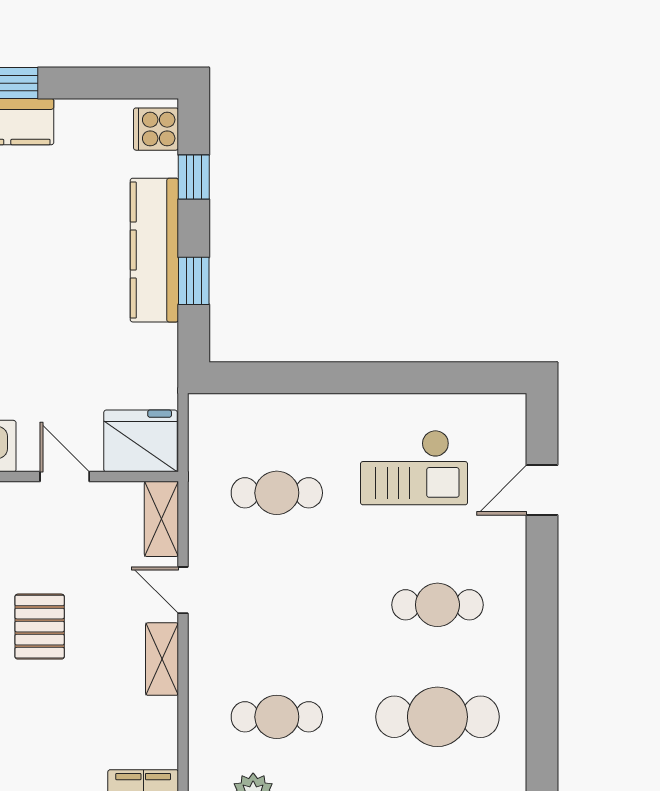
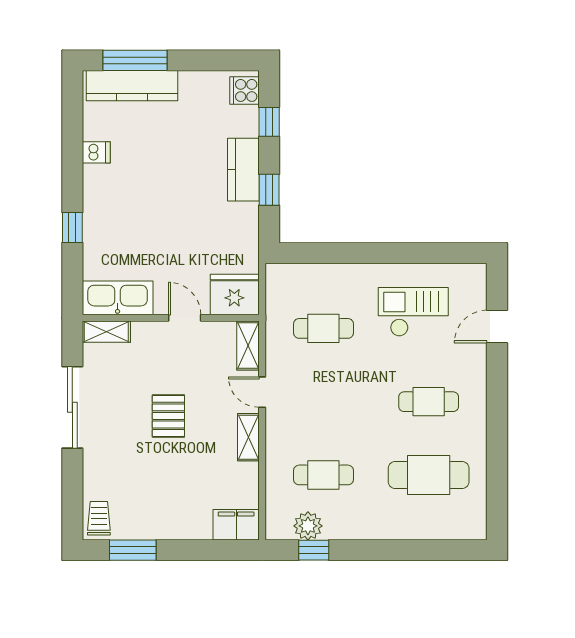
kitchen counter: (154, 250) -> (243, 170), width x0.67
checkout: (414, 467) -> (413, 312), turned 180

